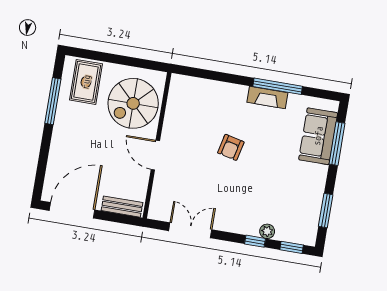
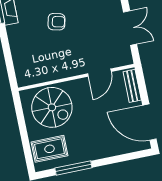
door: (155, 155) -> (99, 73), moved
double door: (190, 230) -> (130, 28), swing flipped

